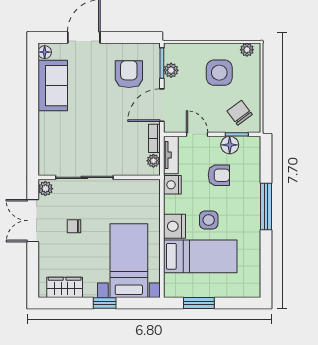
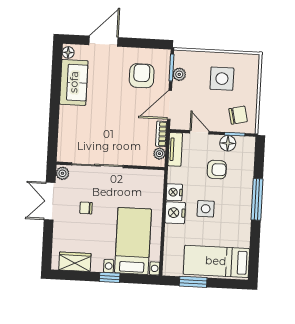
plant: (247, 50) -> (247, 60), removed
chair: (240, 113) -> (238, 115), turned 114
nightstand: (172, 185) -> (174, 192), moved
bed: (200, 256) -> (216, 261), moved, turned 180

